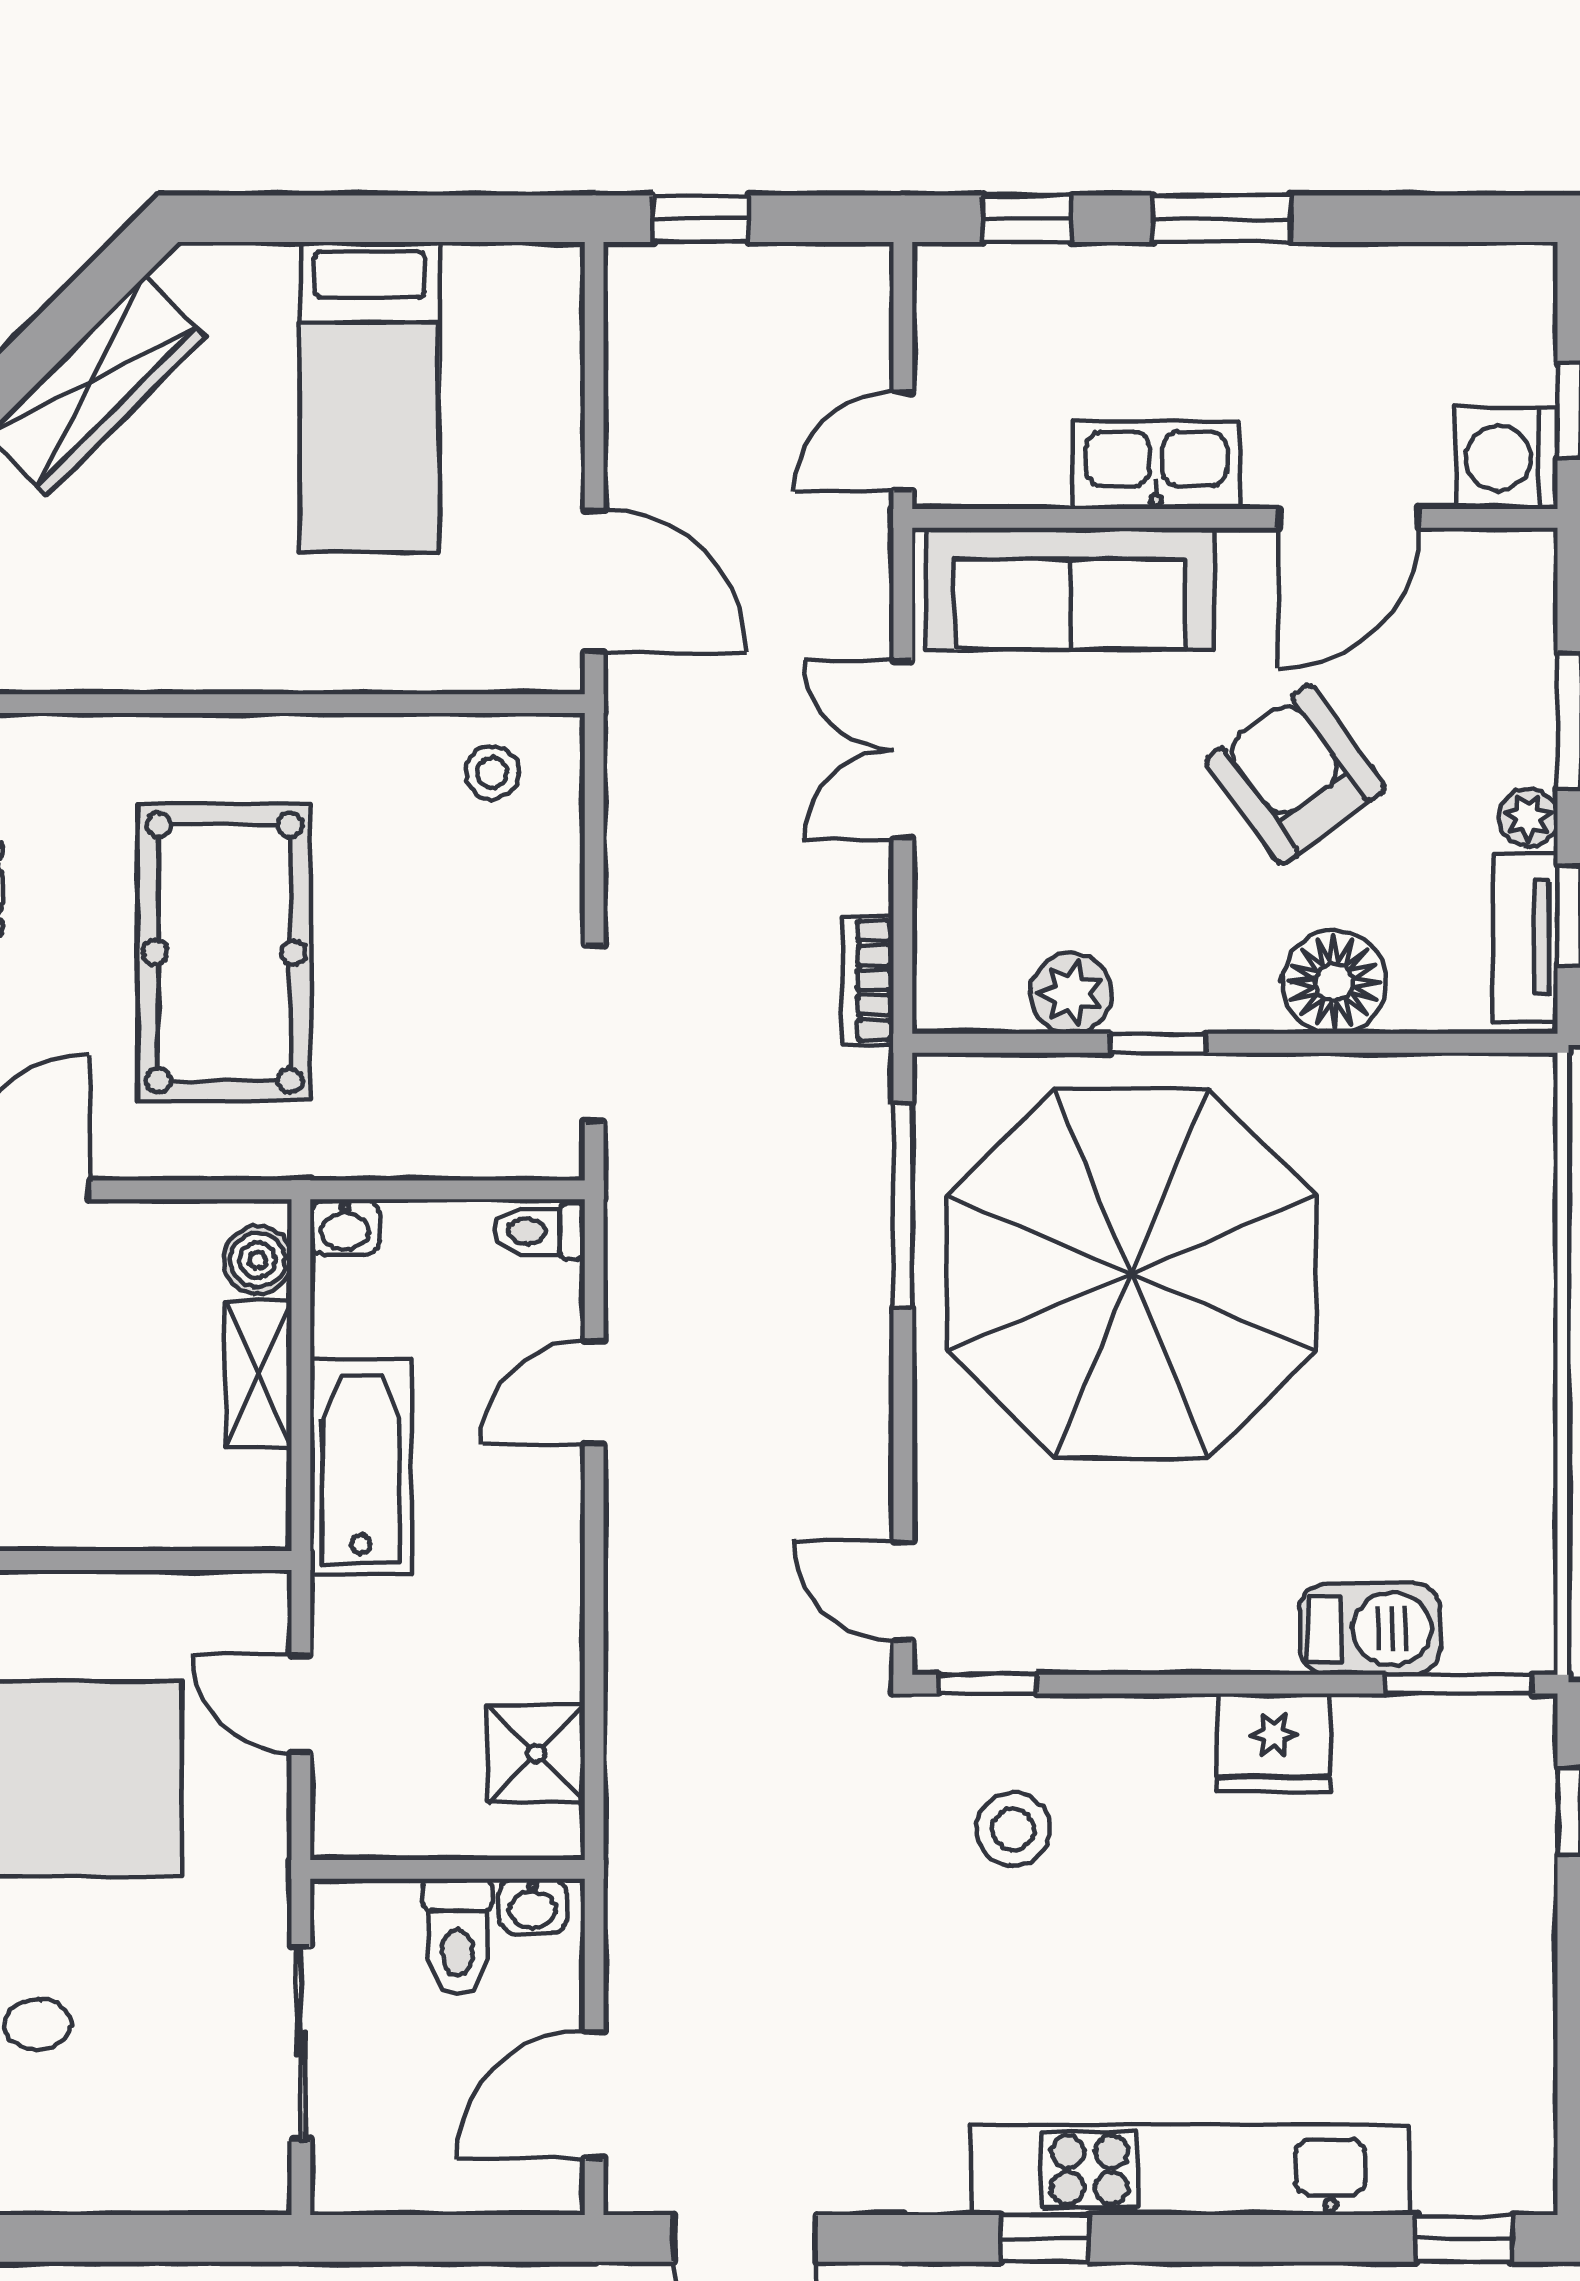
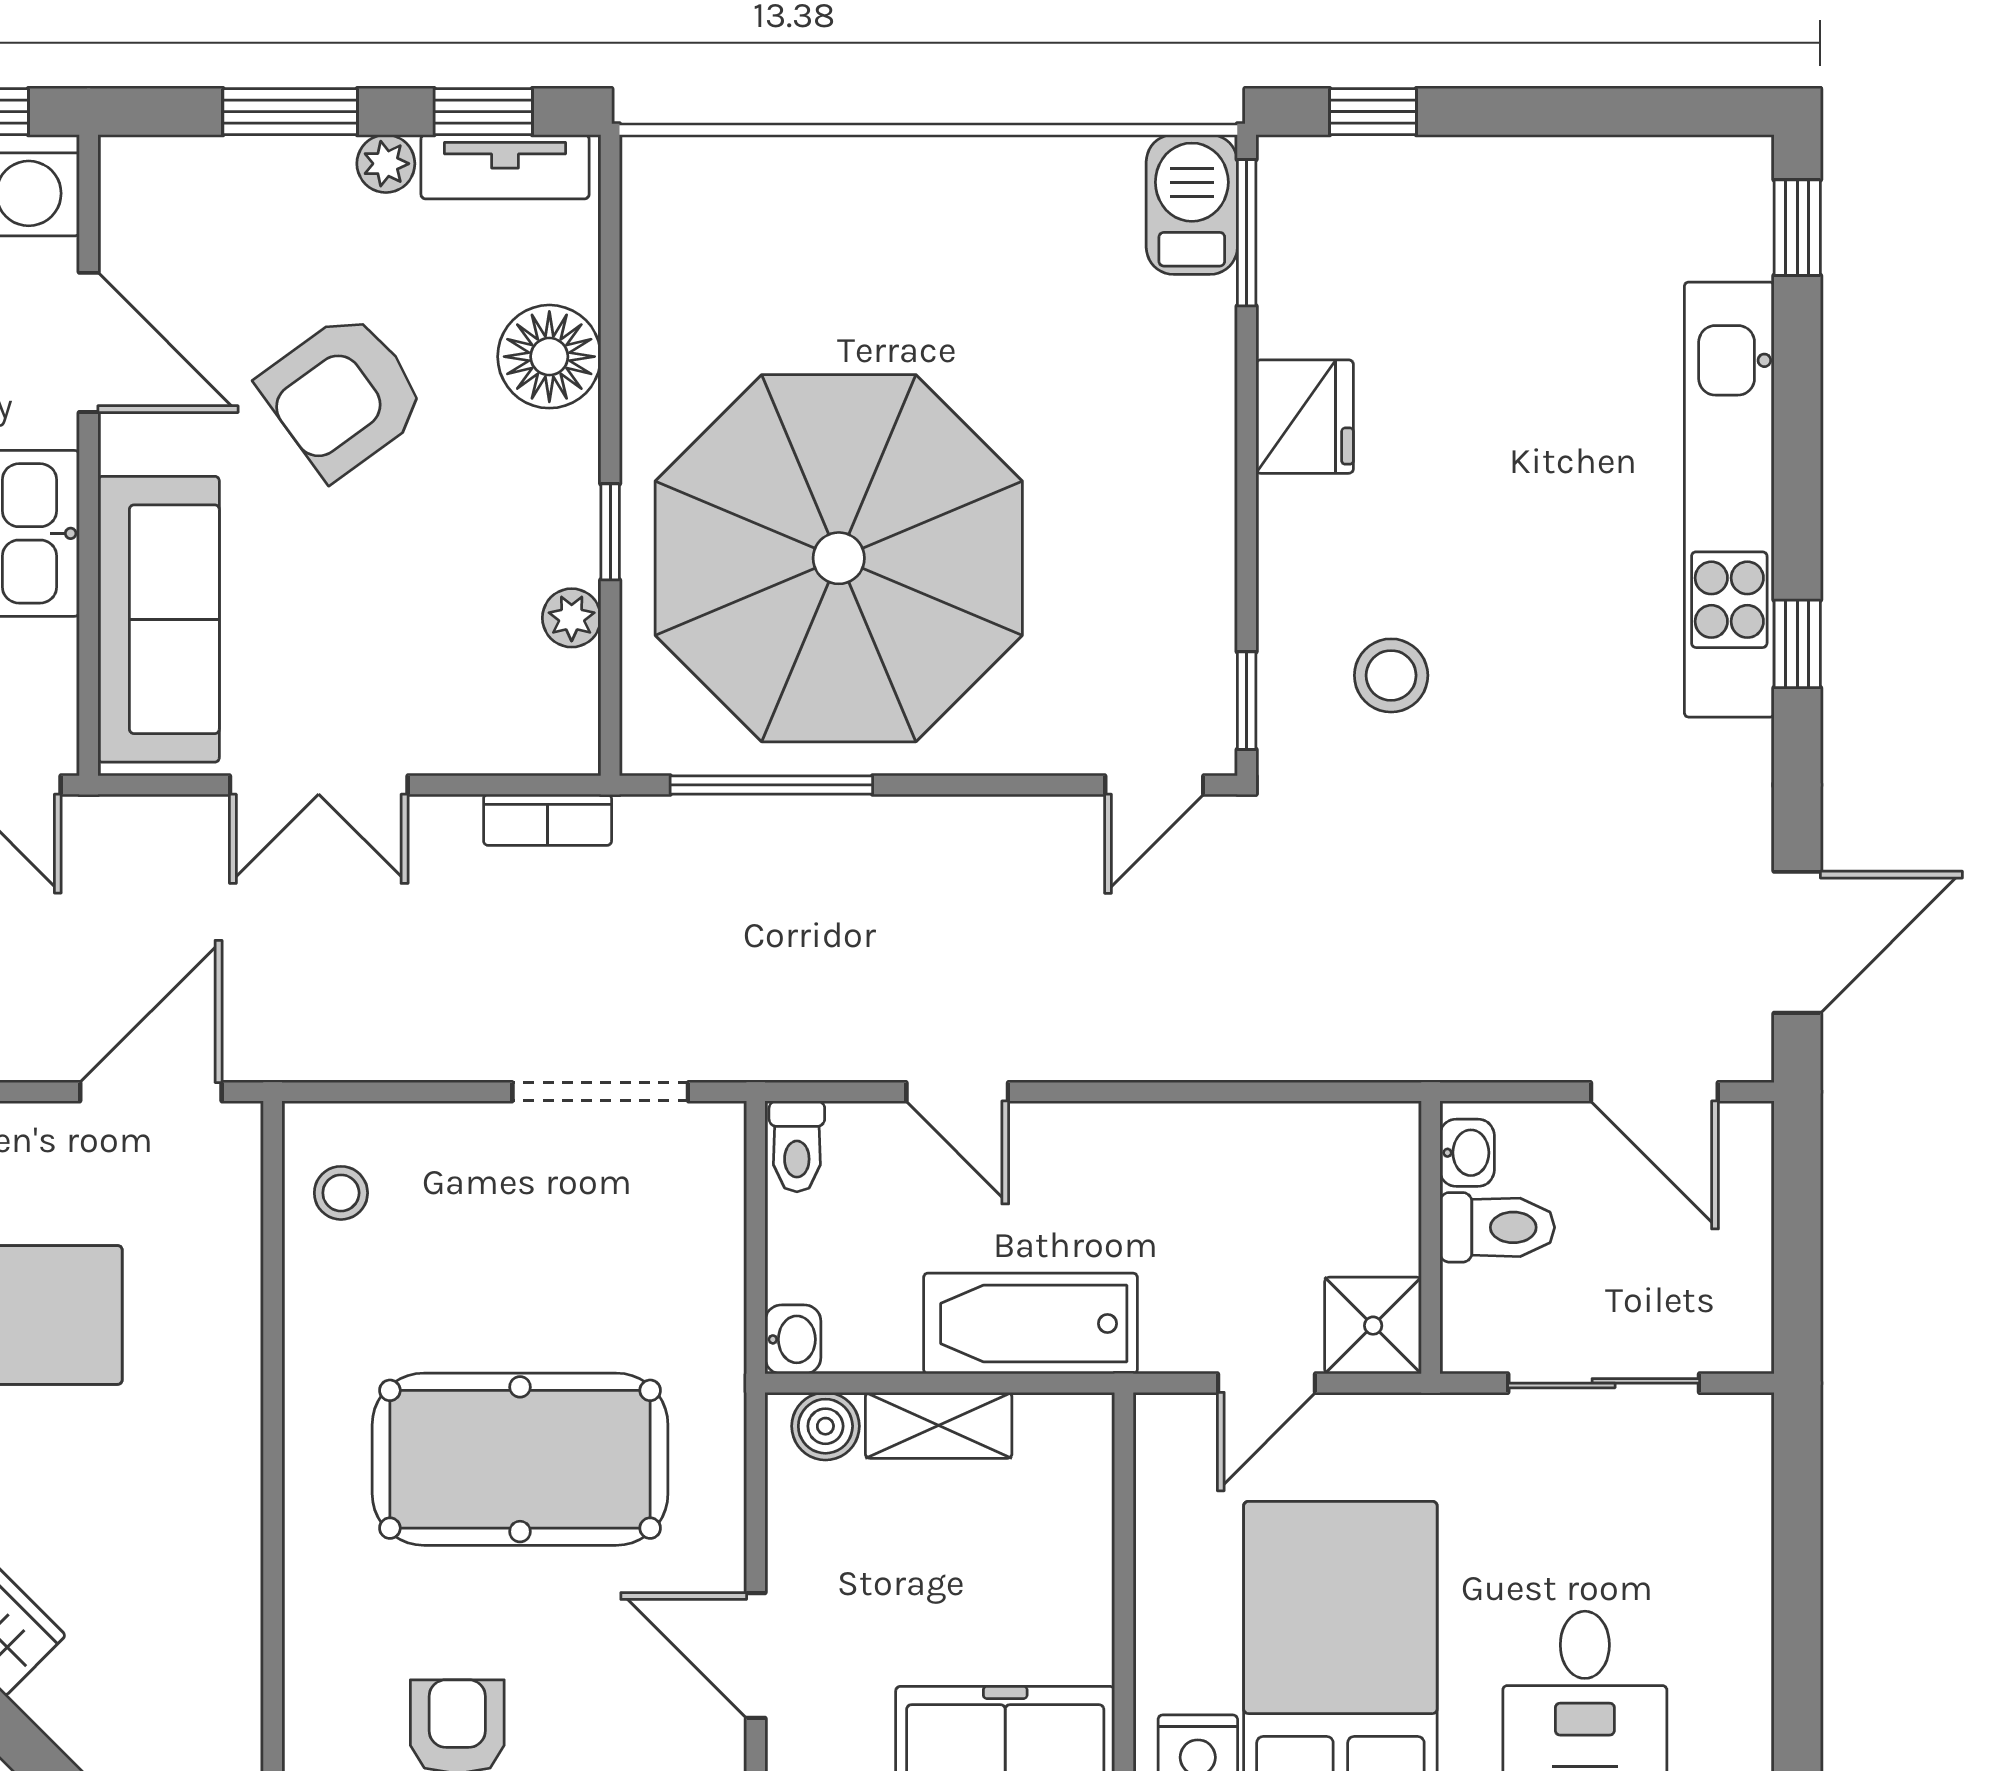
plant: (1071, 993) -> (572, 618), width x0.73, depth x0.73
barbecue: (1370, 1629) -> (1192, 205), moved
shower: (536, 1753) -> (1373, 1326), moved

